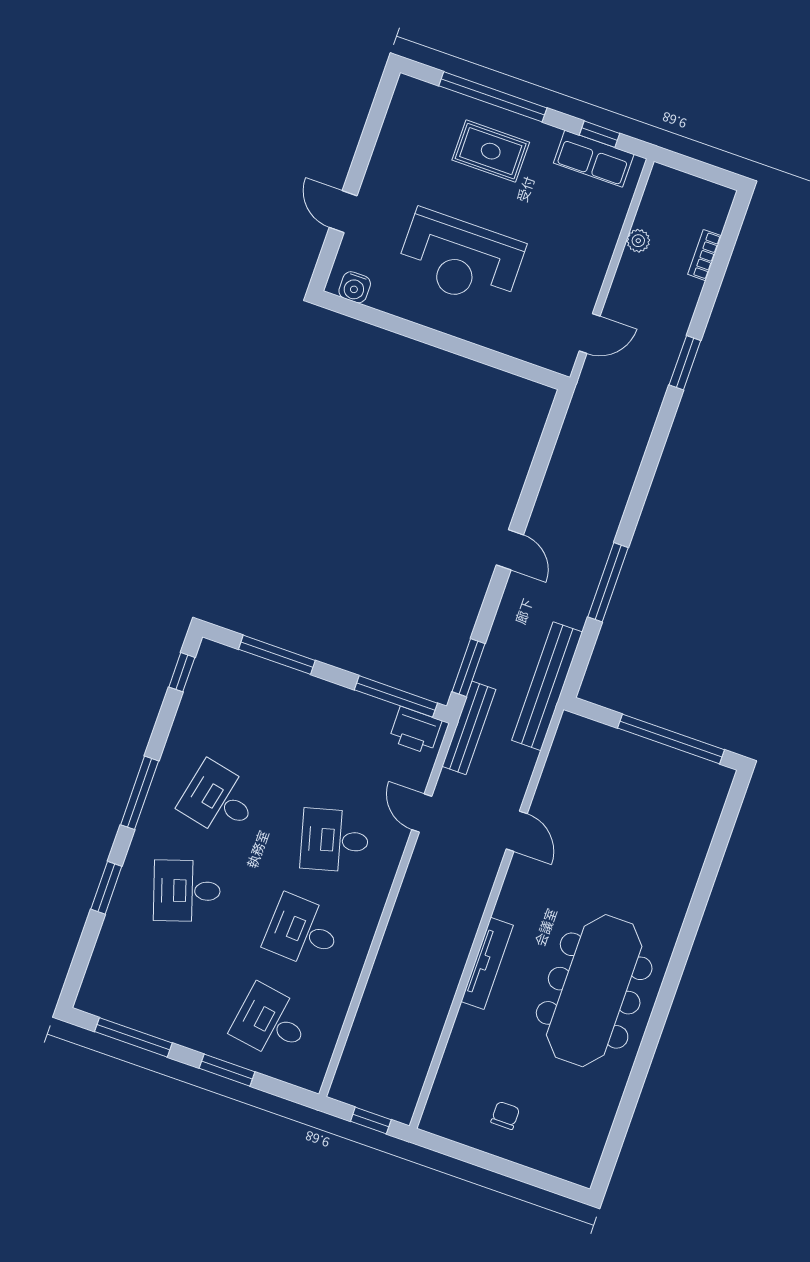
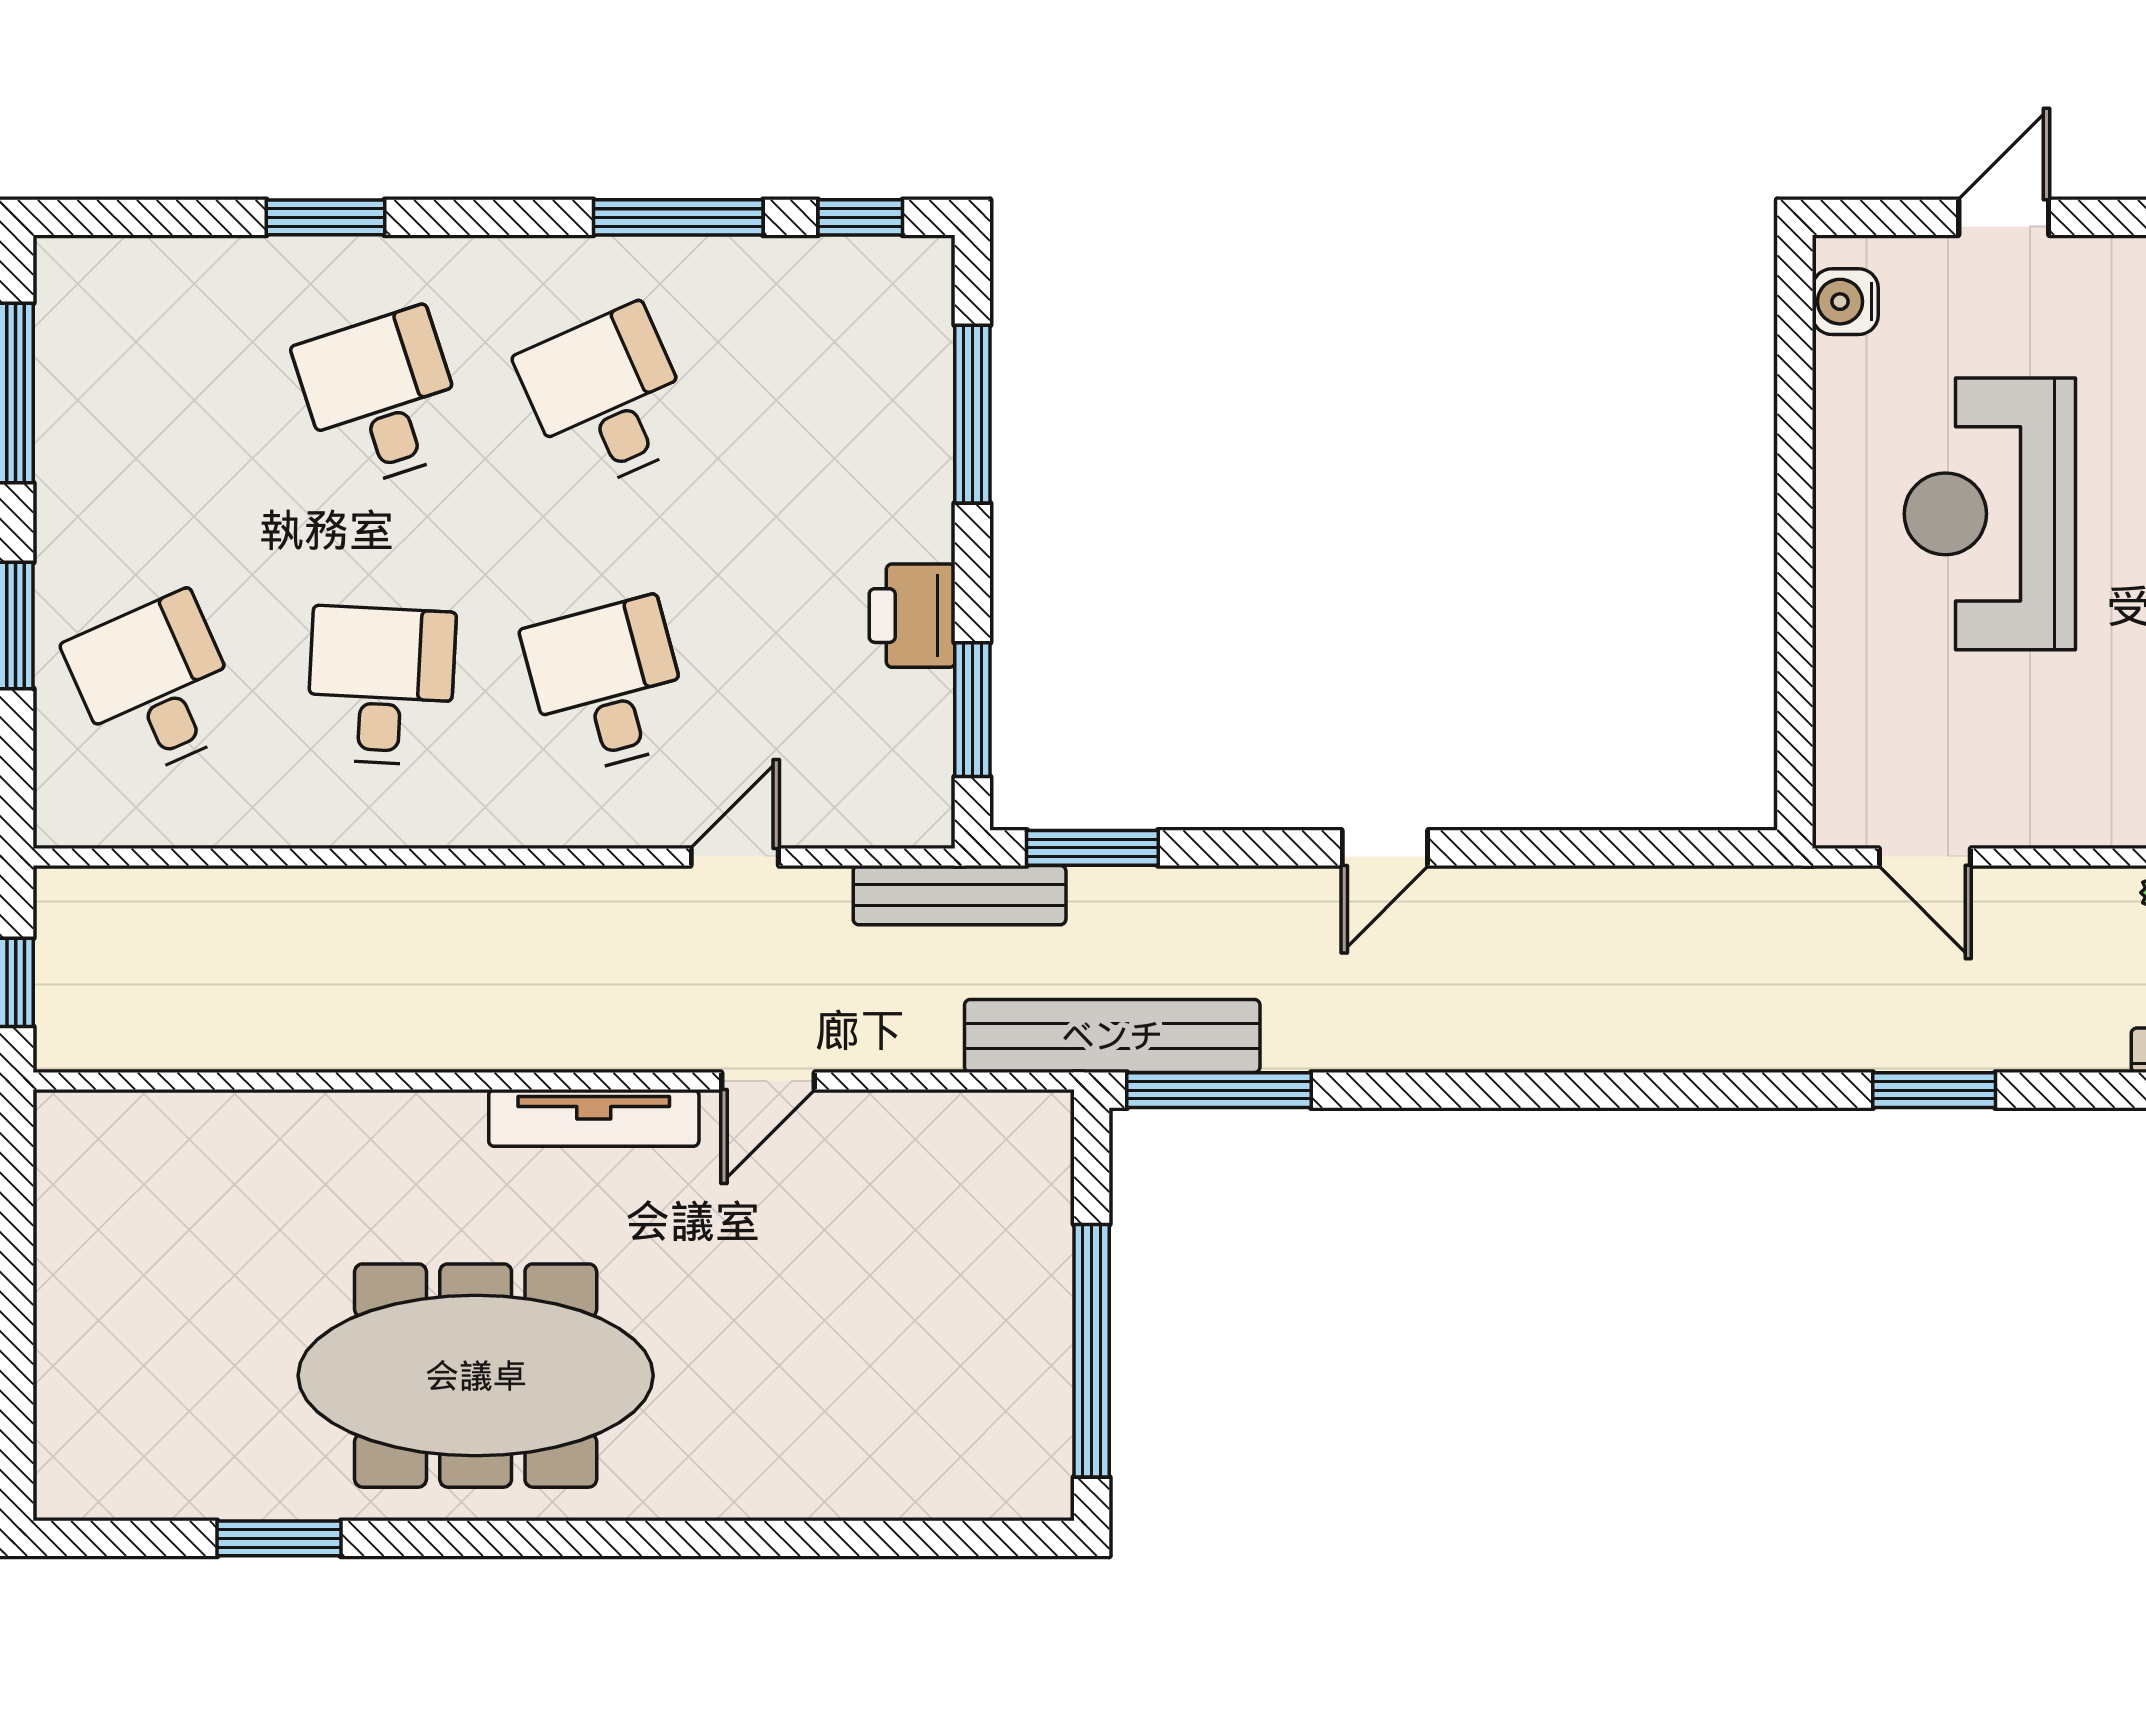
window: (608, 582) -> (1219, 1090), moved
window: (396, 696) -> (972, 710), width x0.69
printer: (415, 731) -> (912, 616), moved
window: (140, 793) -> (678, 217), moved
desk: (219, 800) -> (607, 398), turned -36
tv unit: (487, 963) -> (594, 1118), moved
desk: (271, 1022) -> (155, 685), turned -33
window: (632, 1093) -> (279, 1538), added
chair: (505, 1115) -> (131, 1276), removed

